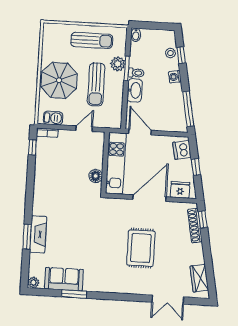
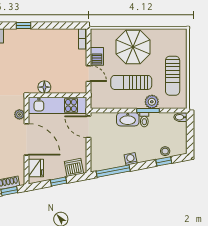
washing machine: (175, 77) -> (131, 159), moved
barbecue: (53, 118) -> (97, 56), moved
door: (140, 132) -> (89, 127), swing flipped
window: (32, 147) -> (24, 26), moved
plant: (123, 204) -> (19, 114), added

